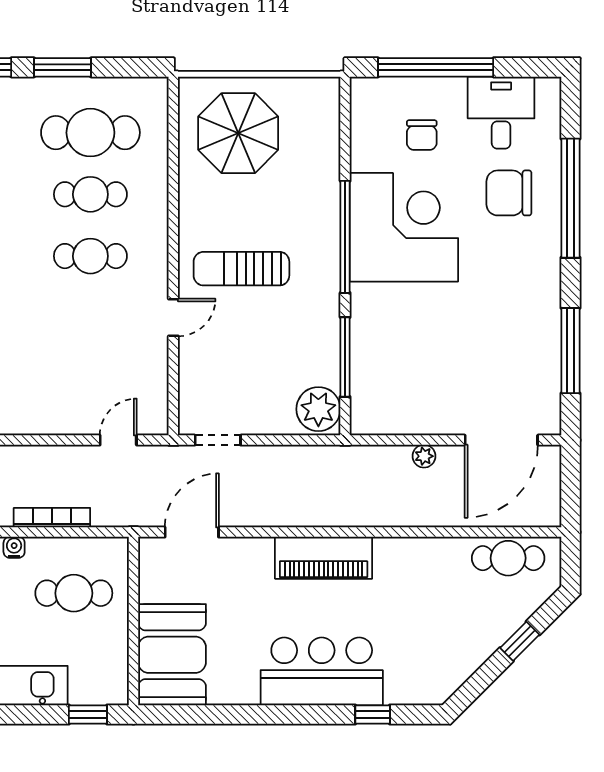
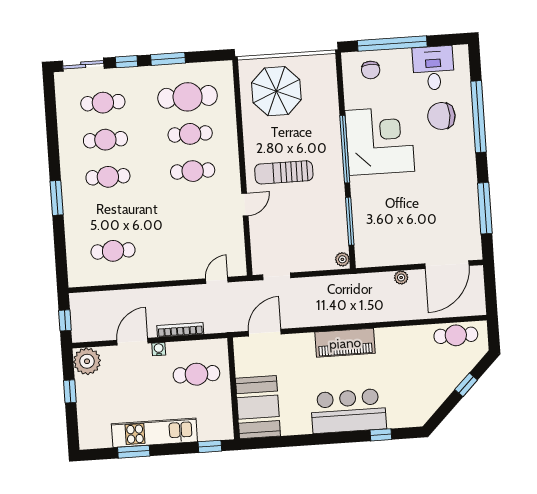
chair: (422, 135) -> (371, 70), moved
plant: (318, 409) -> (342, 259), width x0.53, depth x0.53

